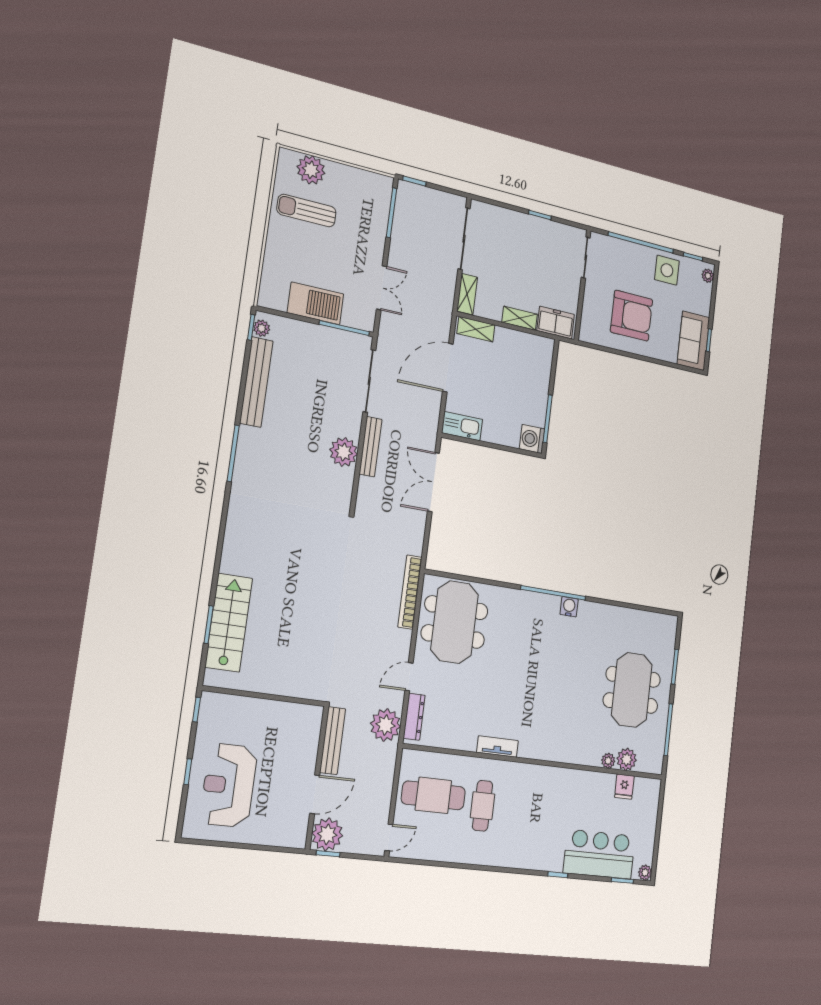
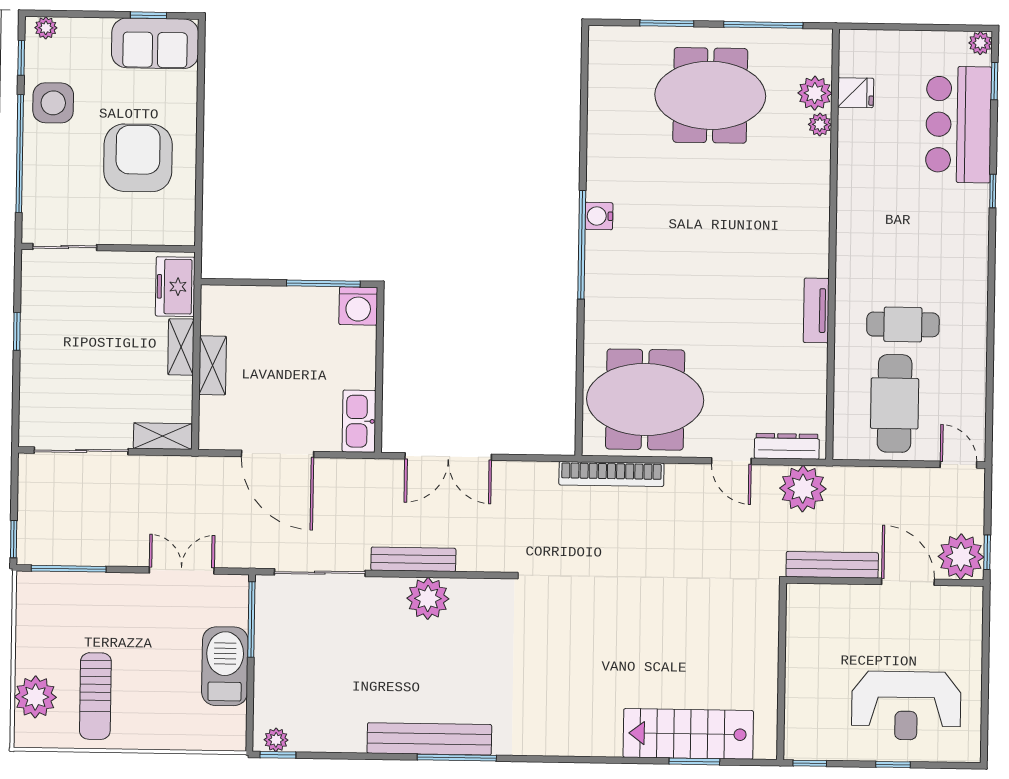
shelving: (476, 329) -> (213, 365), moved
bench: (256, 382) -> (429, 739), moved

